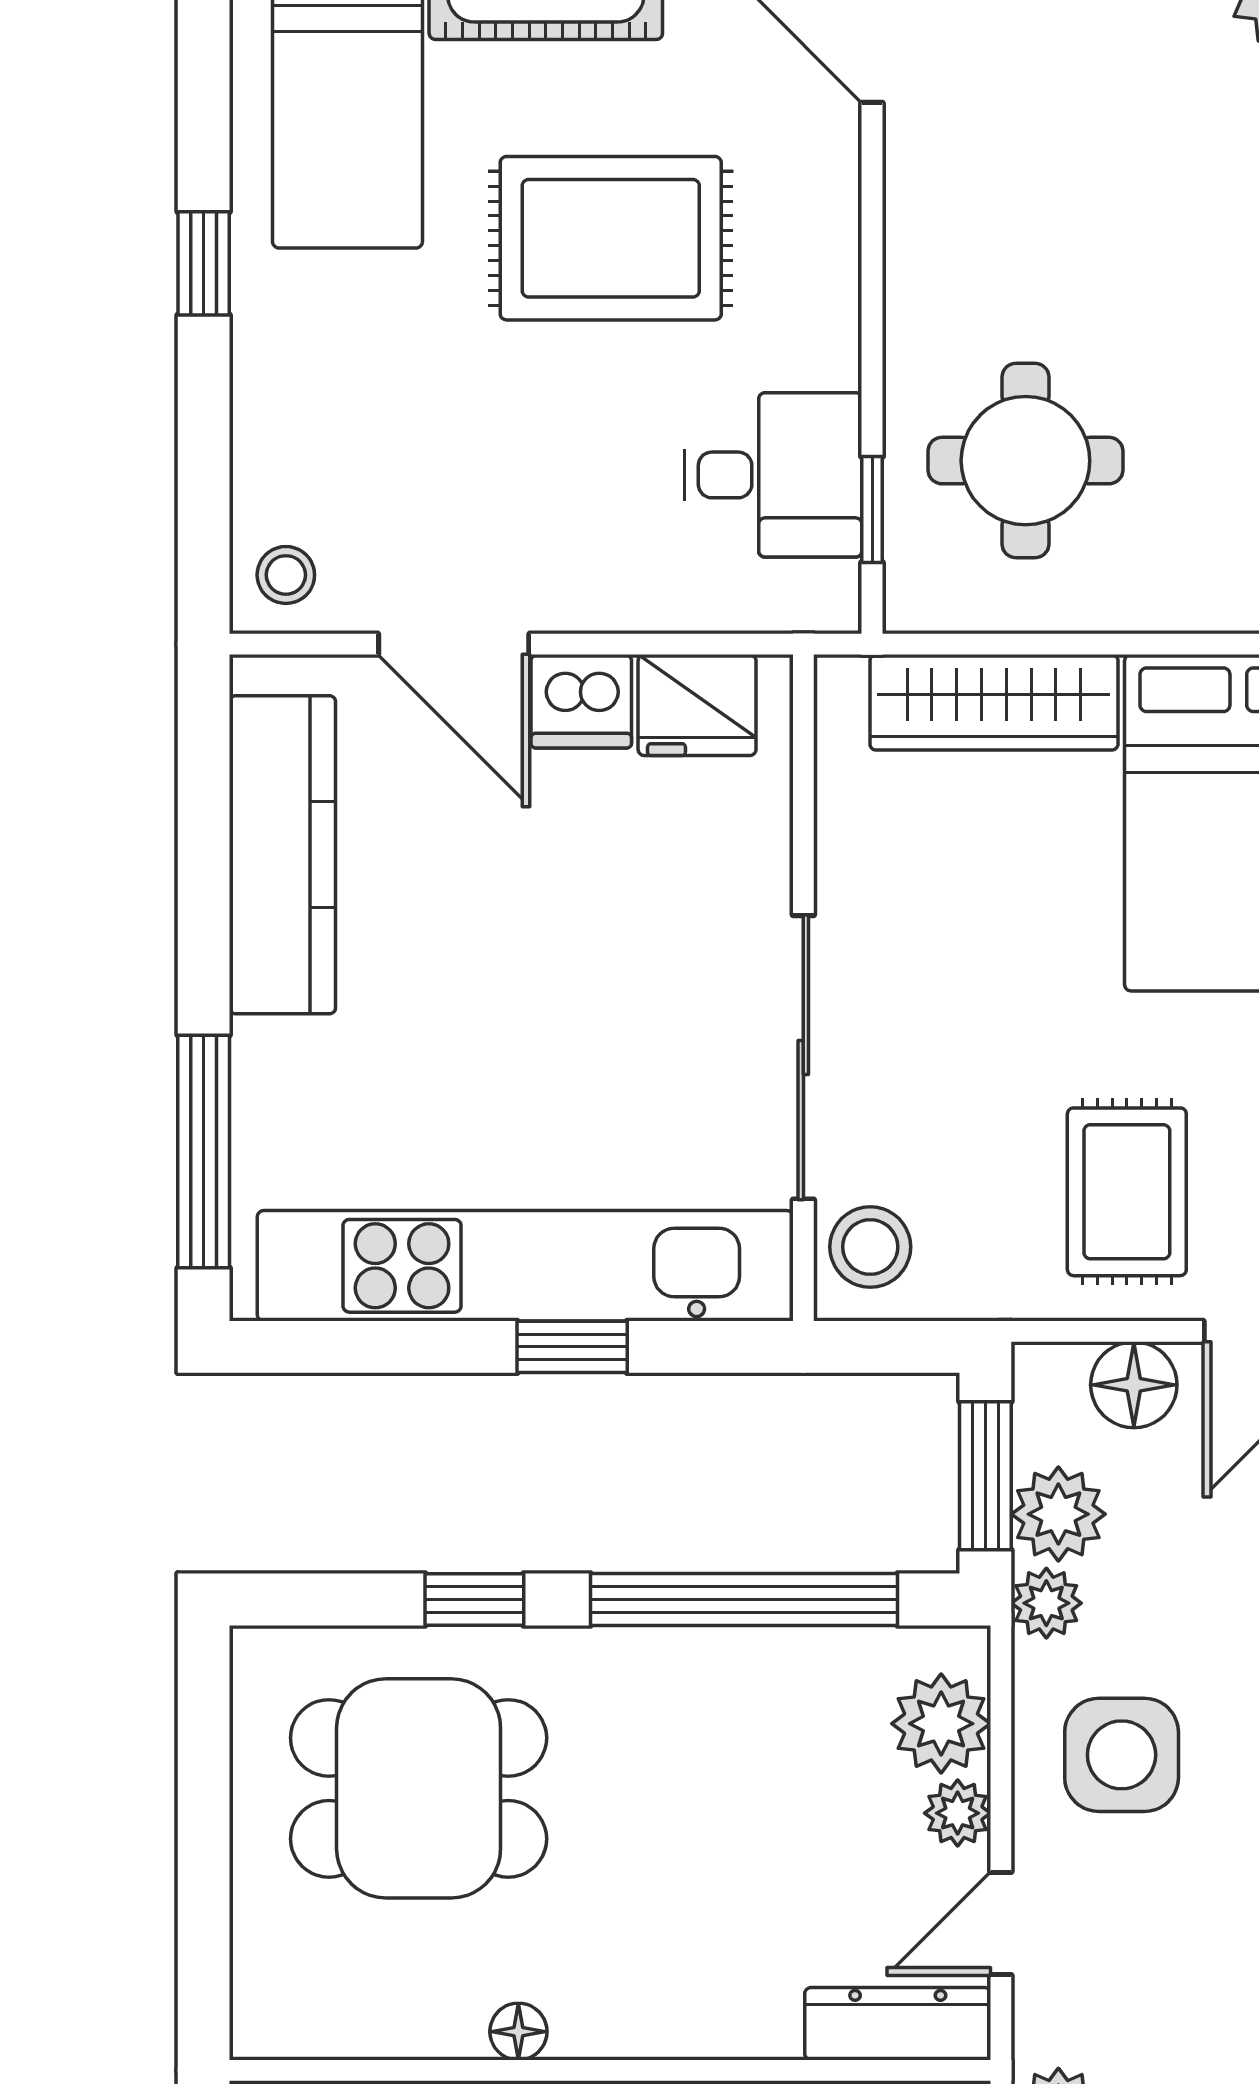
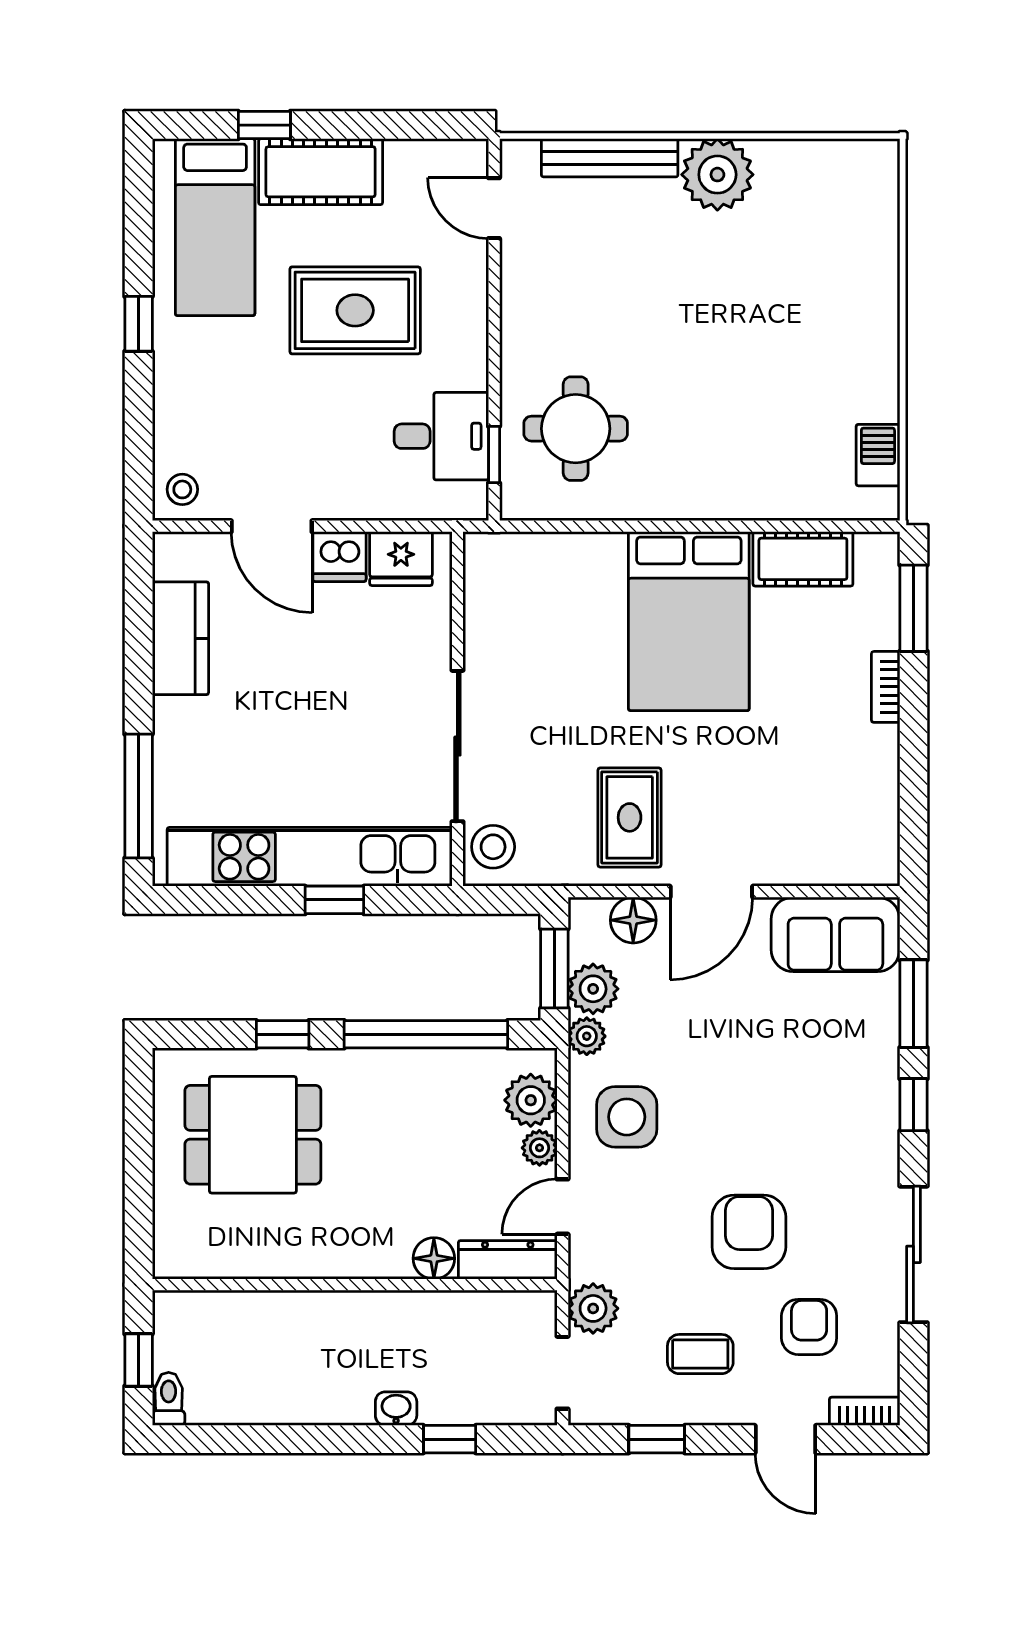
wardrobe: (994, 702) -> (559, 557), removed
kitchen counter: (282, 855) -> (180, 638), width x0.67
floor lamp: (518, 2032) -> (434, 1258), moved, width x1.37, depth x1.37

